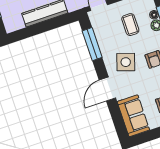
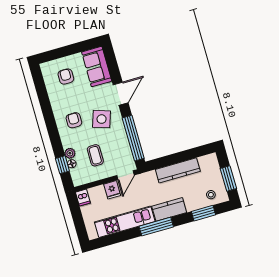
window: (92, 44) -> (133, 138), width x1.46

